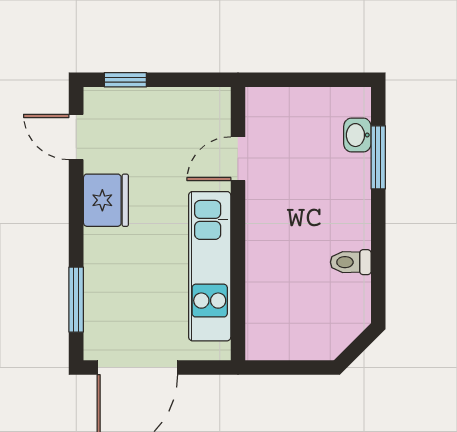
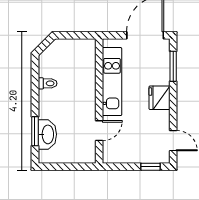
washbasin: (357, 135) -> (47, 134), width x1.91, depth x1.45
fridge: (106, 200) -> (159, 98), moved

